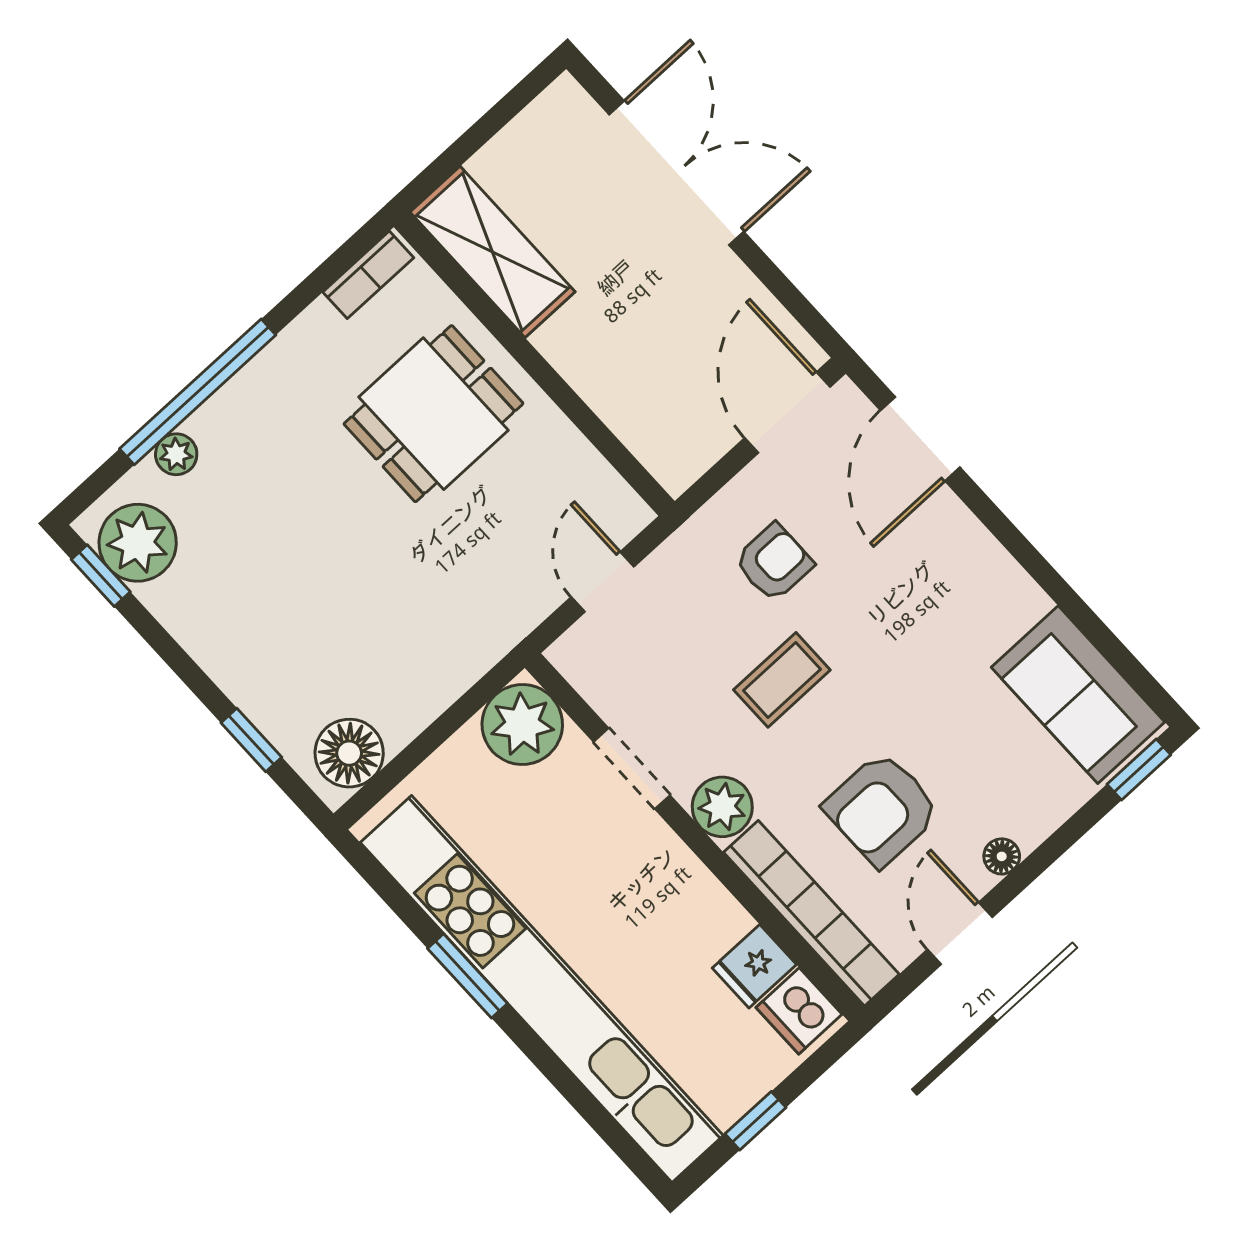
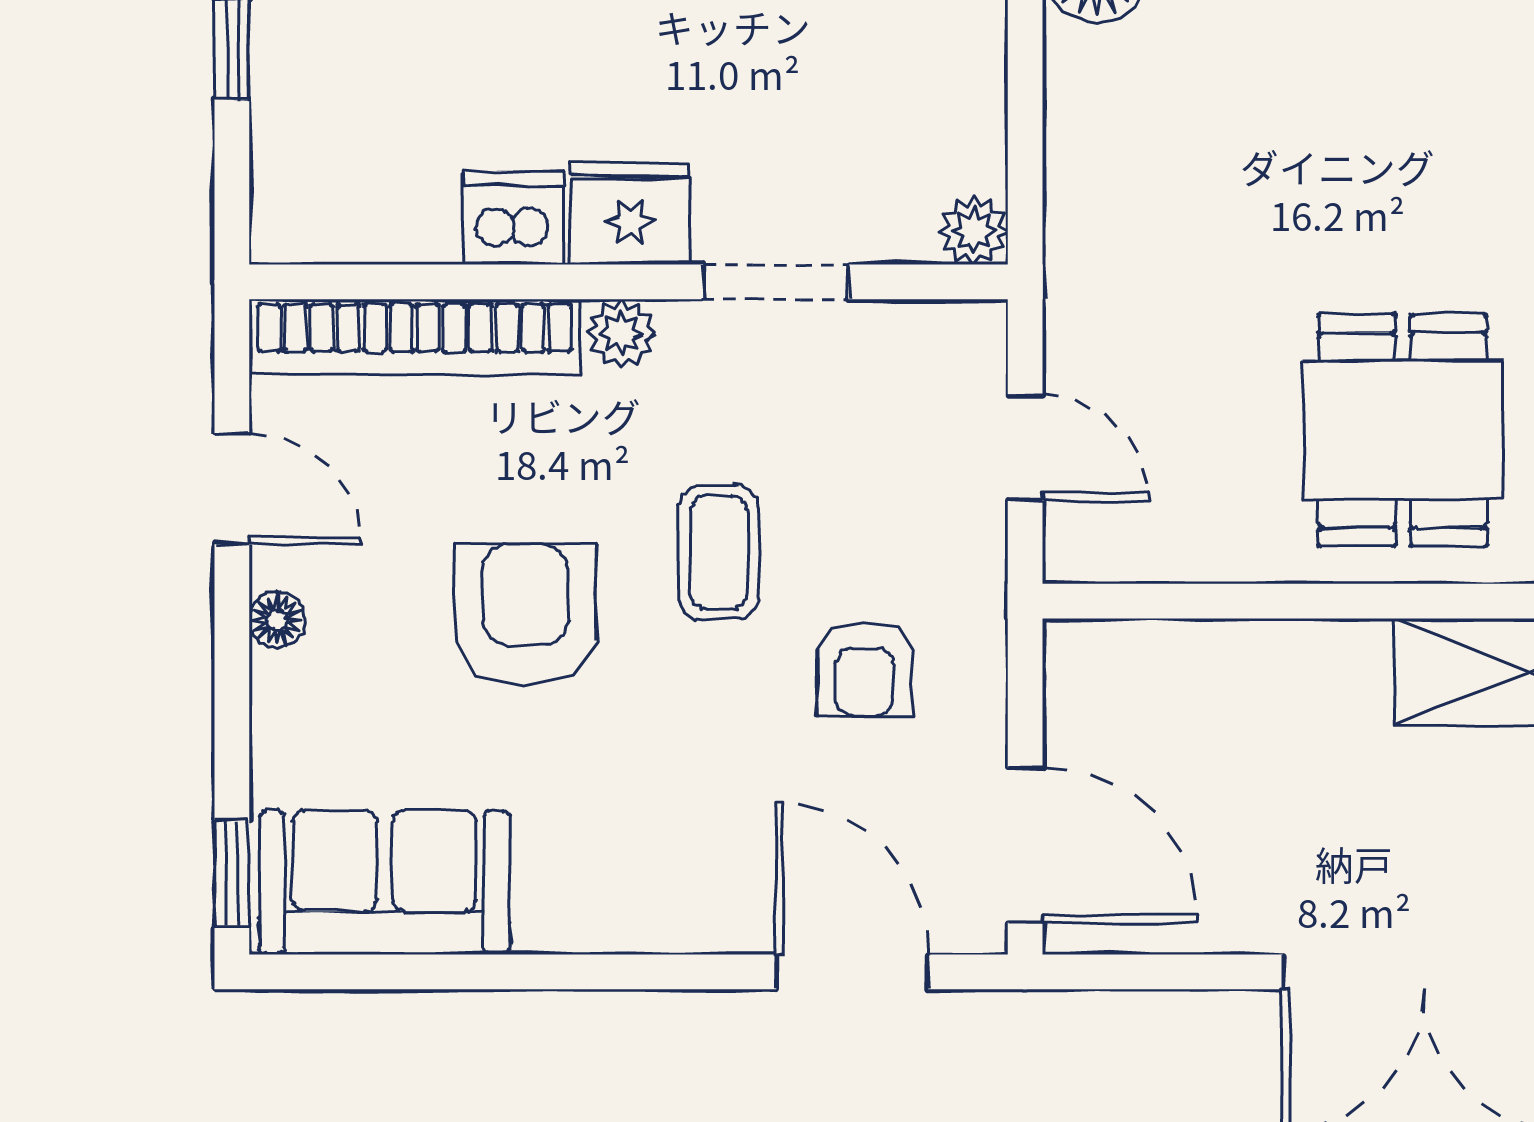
plant: (522, 725) -> (974, 231), width x0.53, depth x0.53
plant: (722, 807) -> (621, 334), width x0.73, depth x0.73
armchair: (882, 809) -> (525, 614), moved
fridge: (754, 966) -> (630, 213), moved, width x1.38
dishwasher: (799, 1011) -> (513, 218), moved

